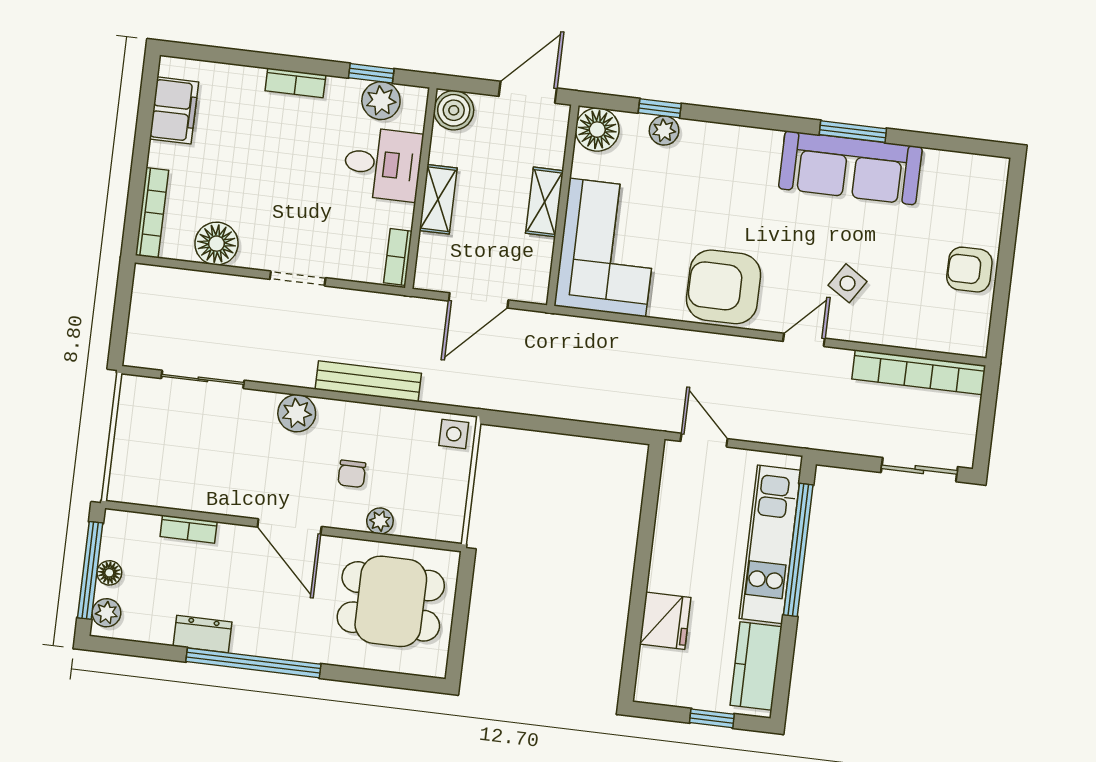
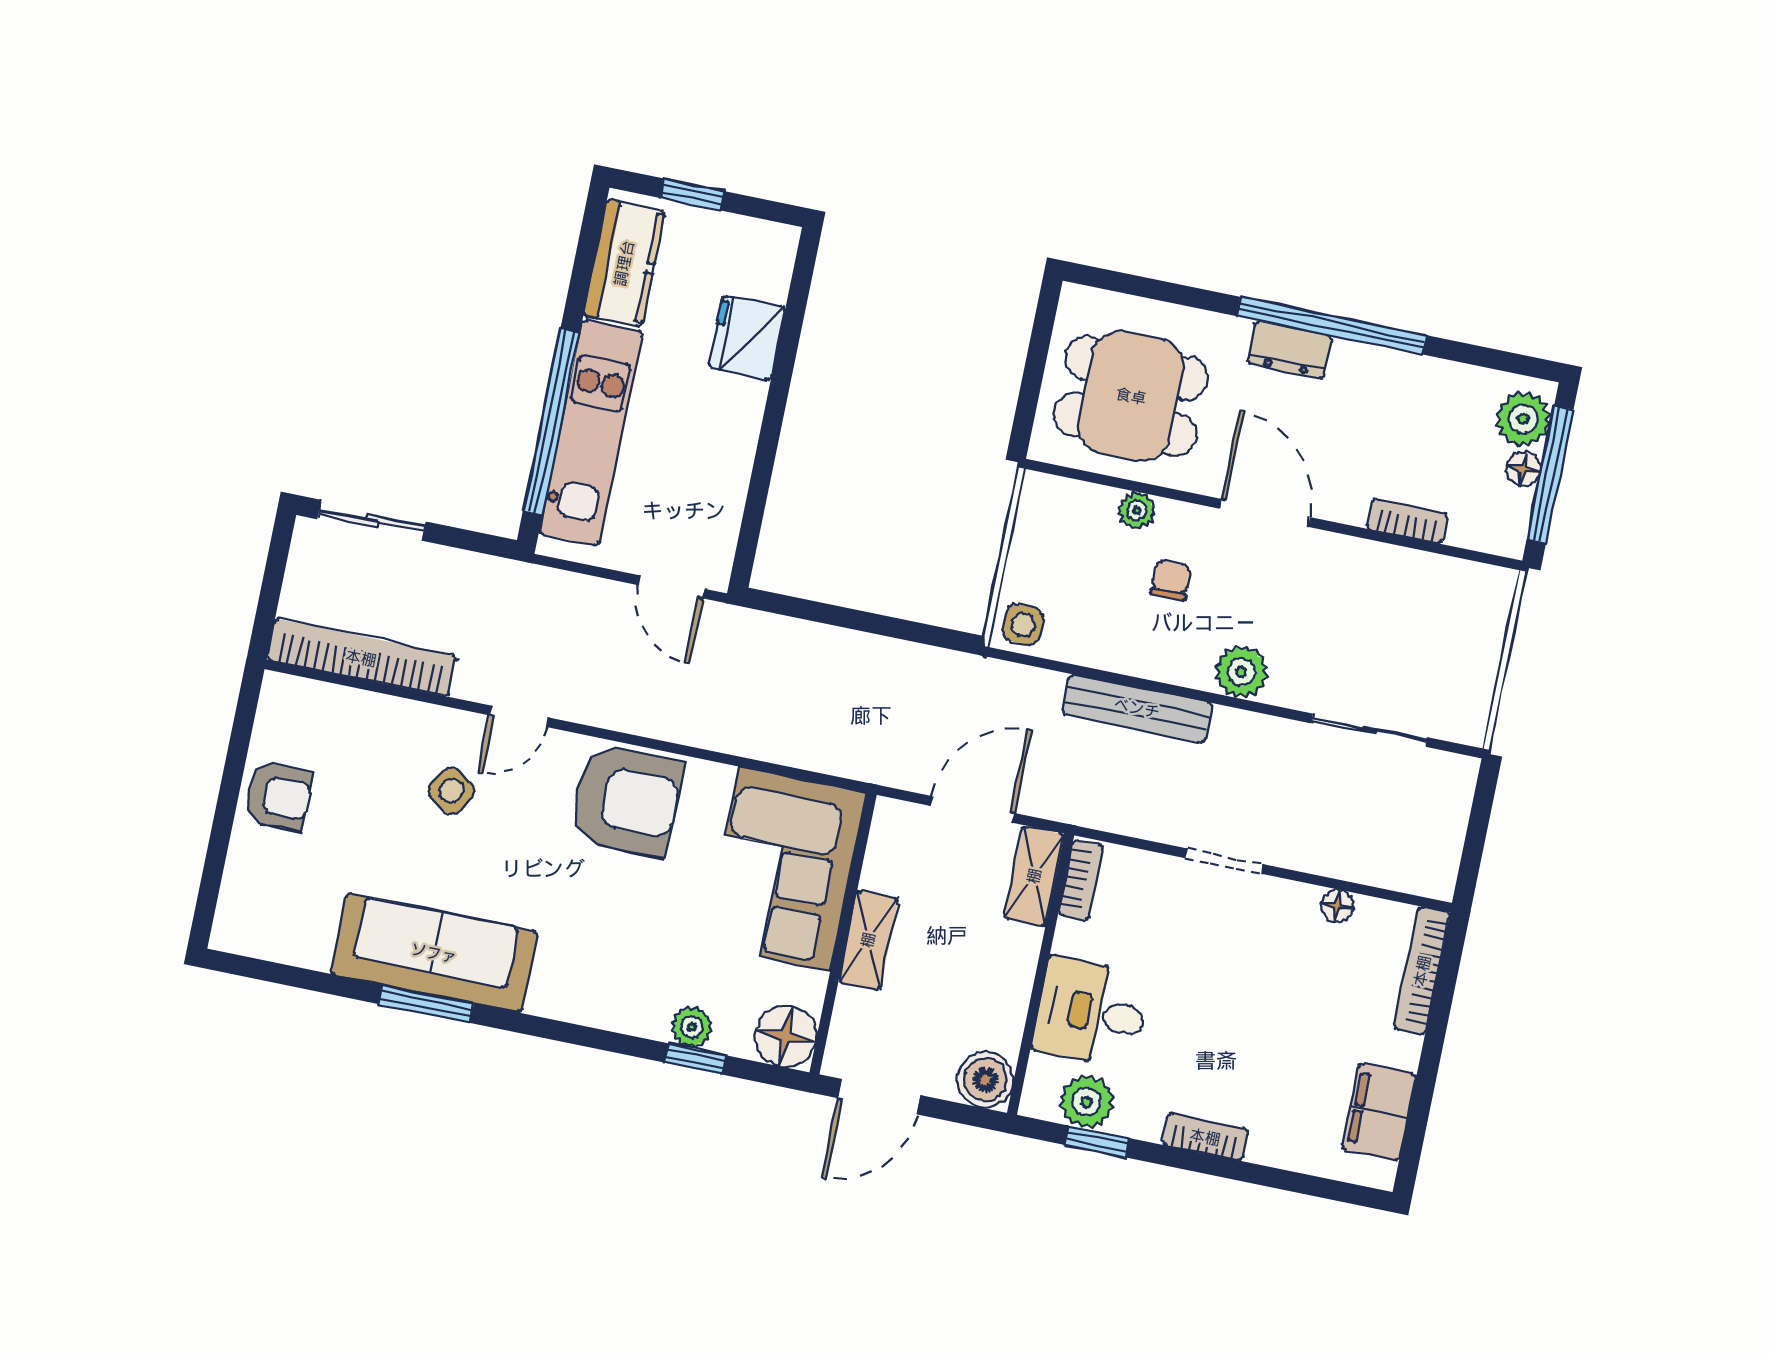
shelving: (438, 199) -> (1034, 876), moved
floor lamp: (216, 244) -> (1337, 906), width x0.53, depth x0.53
plant: (106, 613) -> (1523, 419), width x1.38, depth x1.38
dresser: (202, 634) -> (1289, 350), moved

